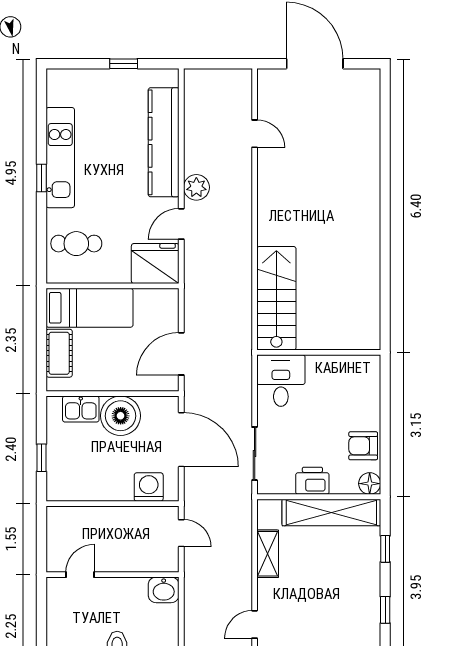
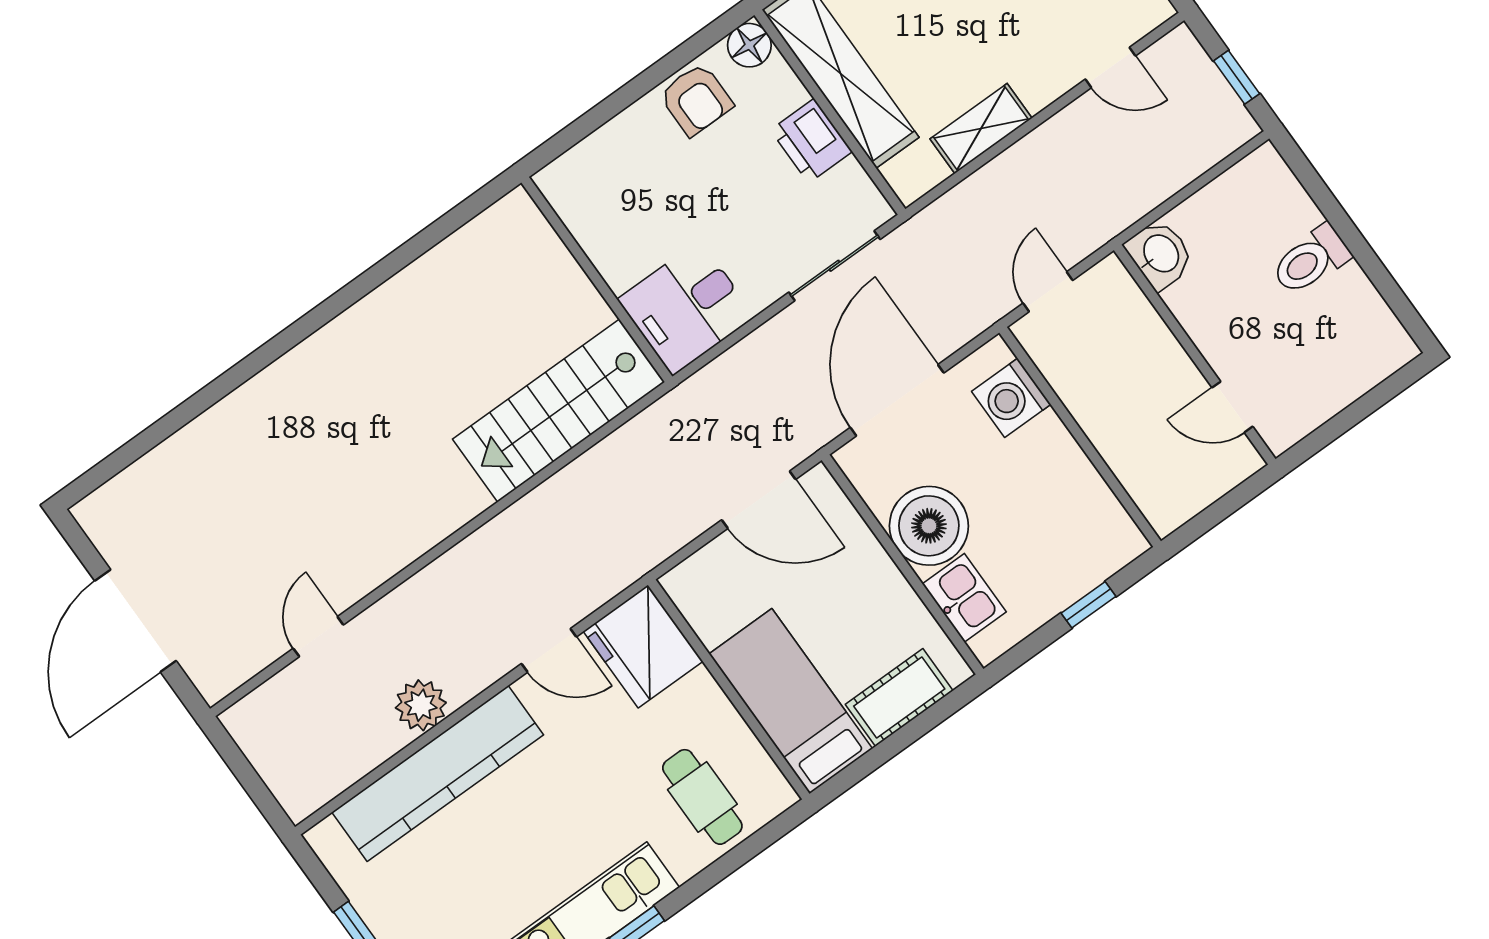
plant: (196, 187) -> (421, 705), moved

